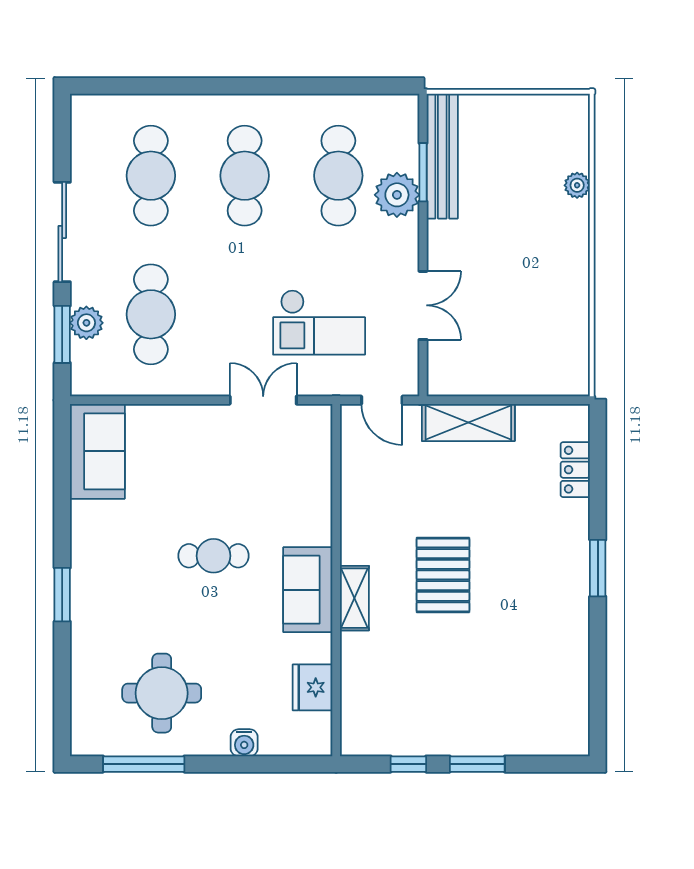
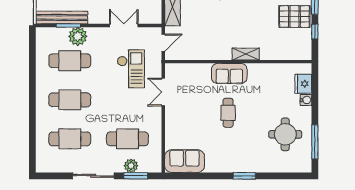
pallet: (443, 575) -> (294, 17), moved
sofa: (308, 590) -> (229, 73), moved
fridge: (313, 687) -> (303, 84), moved, turned 90

